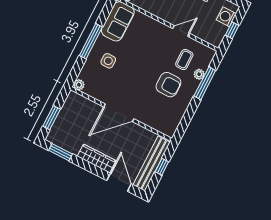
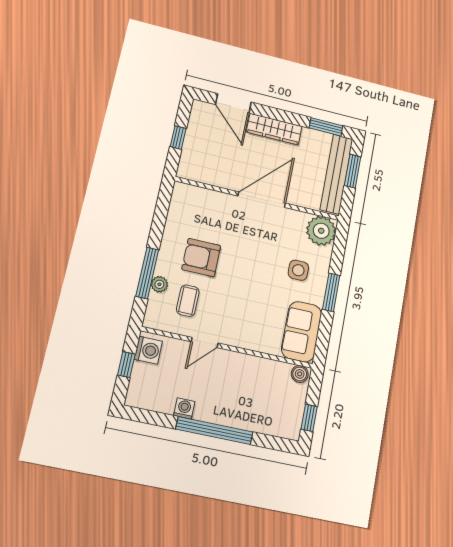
washing machine: (226, 17) -> (148, 350), moved
window: (91, 41) -> (331, 292), width x0.69
plant: (79, 85) -> (321, 231), width x1.88, depth x1.88
bench: (152, 164) -> (336, 174), moved

